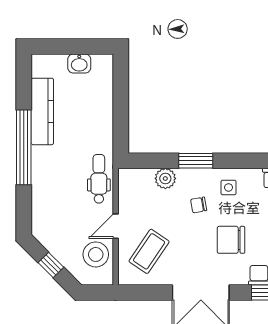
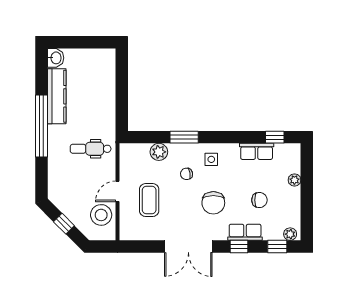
washbasin: (79, 63) -> (56, 58), moved, turned -90
dental chair: (99, 179) -> (91, 149), moved, turned -90
chair: (231, 240) -> (213, 203), turned -90
coffee table: (149, 251) -> (149, 200), moved, turned -34

